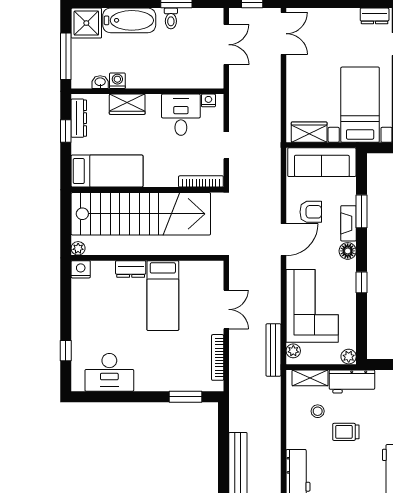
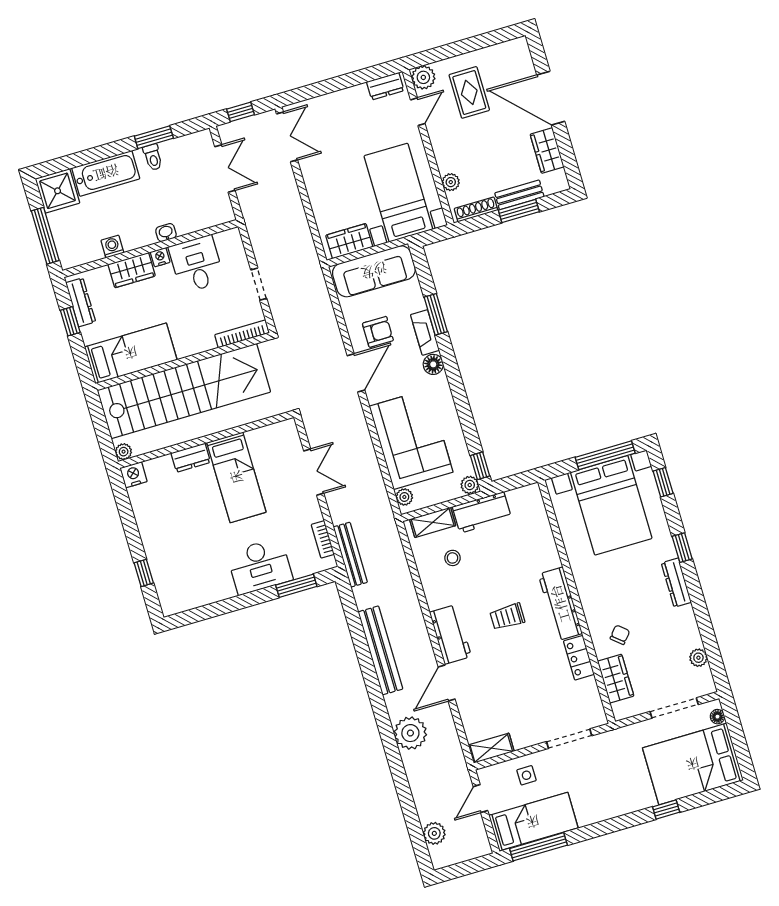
washbasin: (100, 82) -> (166, 233), moved
nightstand: (208, 100) -> (160, 257), moved
window: (361, 282) -> (480, 466), moved
bench: (273, 350) -> (350, 555), moved
bookcase: (218, 357) -> (323, 539), width x0.64
desk: (109, 372) -> (260, 566), moved
trolley: (346, 432) -> (507, 617), moved

